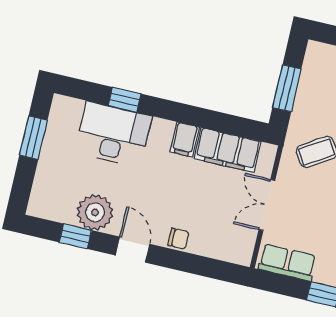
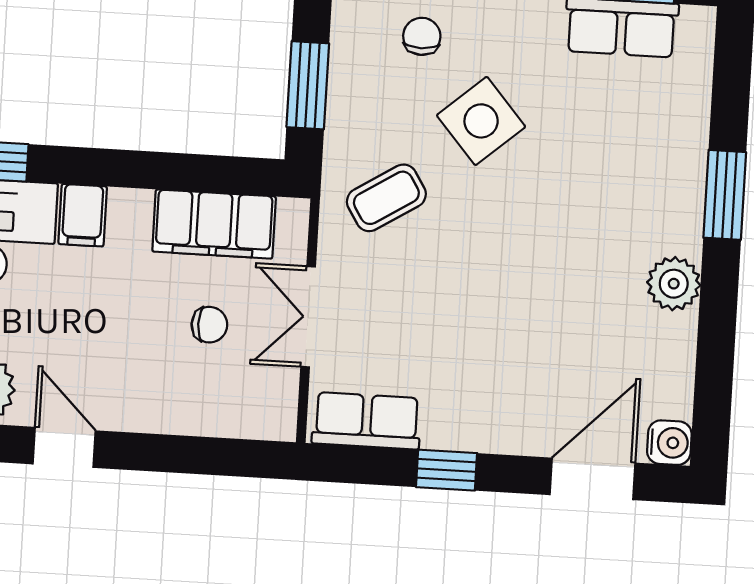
filing cabinet: (185, 139) -> (83, 215), moved
chair: (178, 239) -> (209, 325), moved

